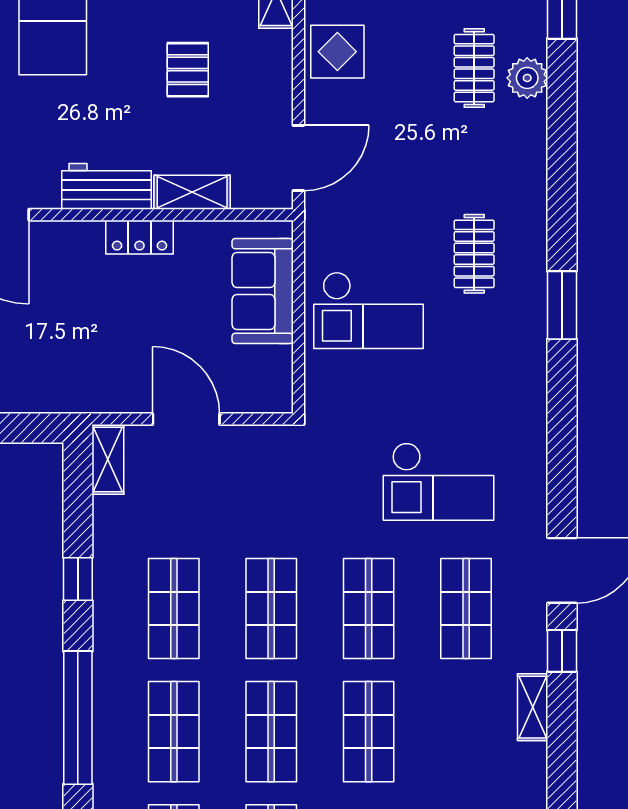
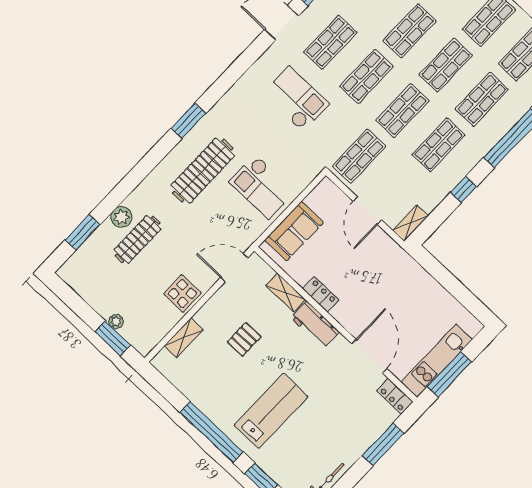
clothes rail: (474, 68) -> (138, 239), width x1.36
clothes rail: (474, 254) -> (203, 171), width x1.86, depth x1.31
checkout: (369, 310) -> (262, 187), turned 180
shop shelf: (271, 485) -> (359, 156), added

